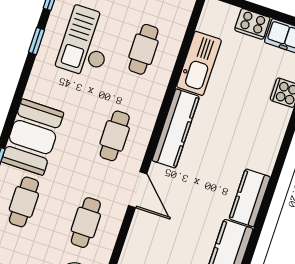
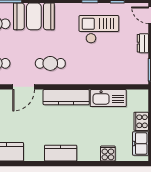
cafe table: (143, 49) -> (106, 63), removed
kitchen counter: (250, 198) -> (61, 153), moved

